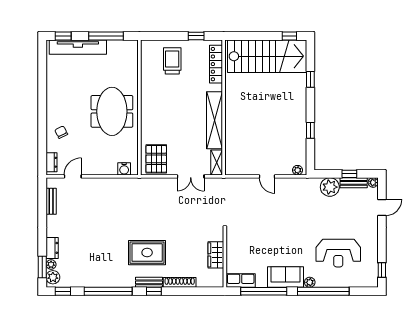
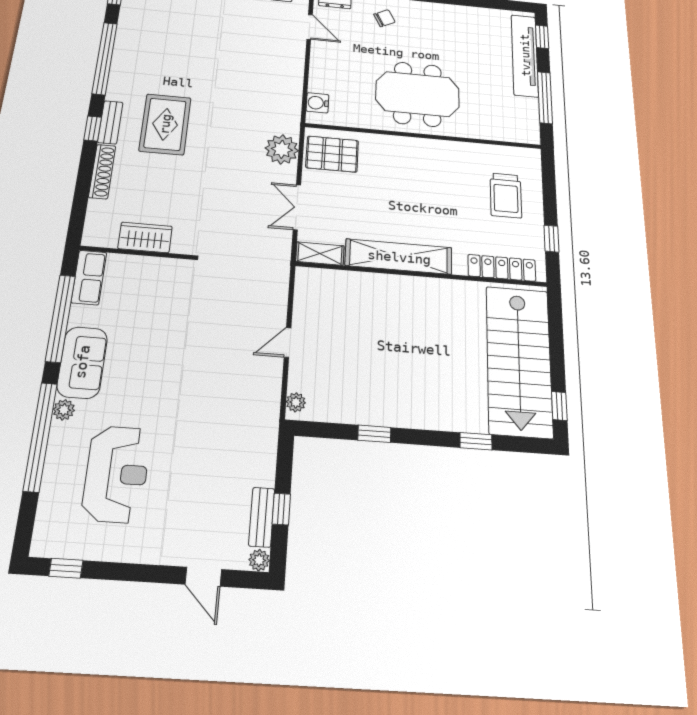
trolley: (172, 61) -> (506, 195), turned 90
plant: (330, 187) -> (282, 149), moved
reception desk: (338, 253) -> (116, 474), turned 180

